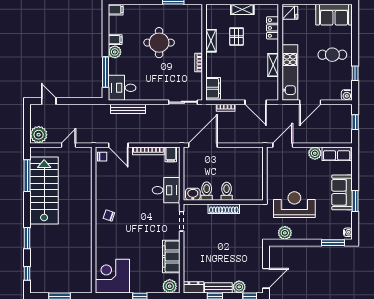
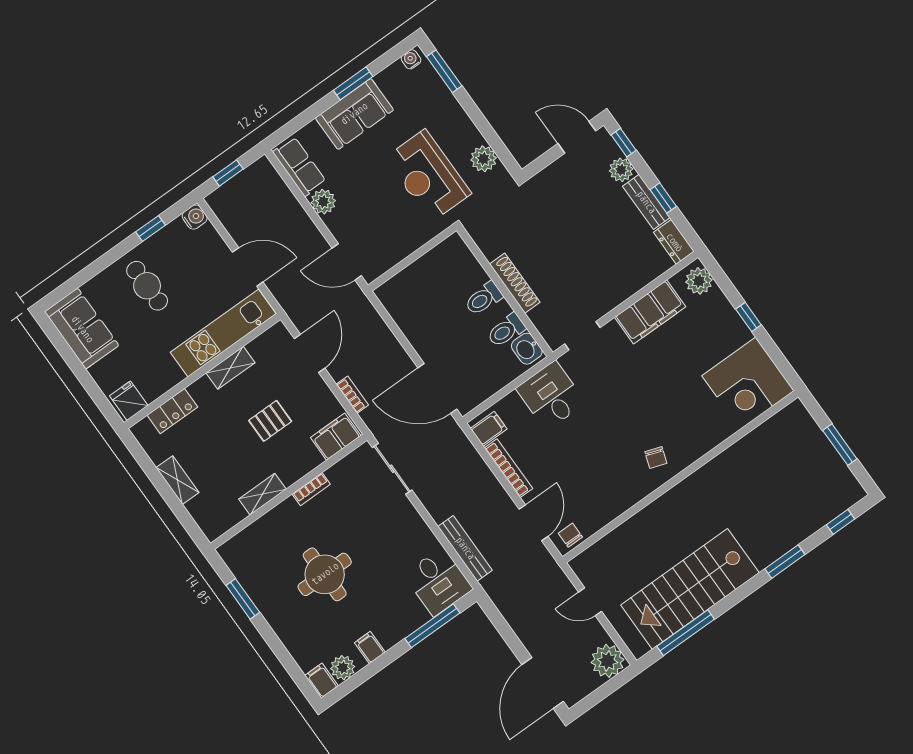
pallet: (236, 37) -> (270, 421), moved
plant: (115, 52) -> (343, 668), moved
door: (49, 101) -> (543, 683), width x1.88

